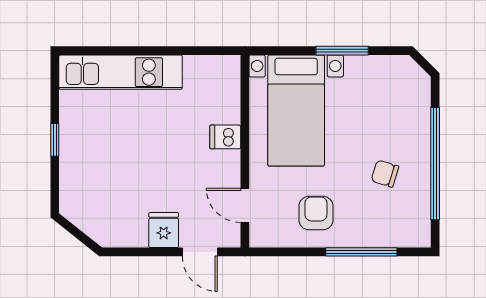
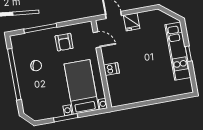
kitchen unit: (121, 72) -> (178, 51), moved, turned -90

